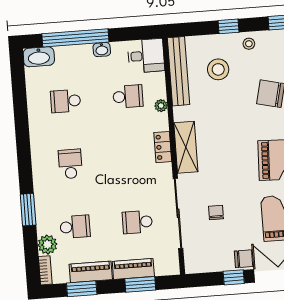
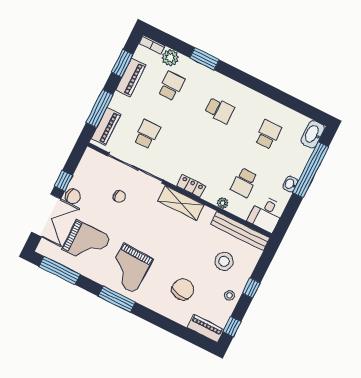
school desk: (75, 227) -> (171, 86), turned 180
chair: (244, 259) -> (73, 196), turned -90
piano: (133, 269) -> (106, 126), moved
window: (140, 284) -> (100, 109), width x1.44

